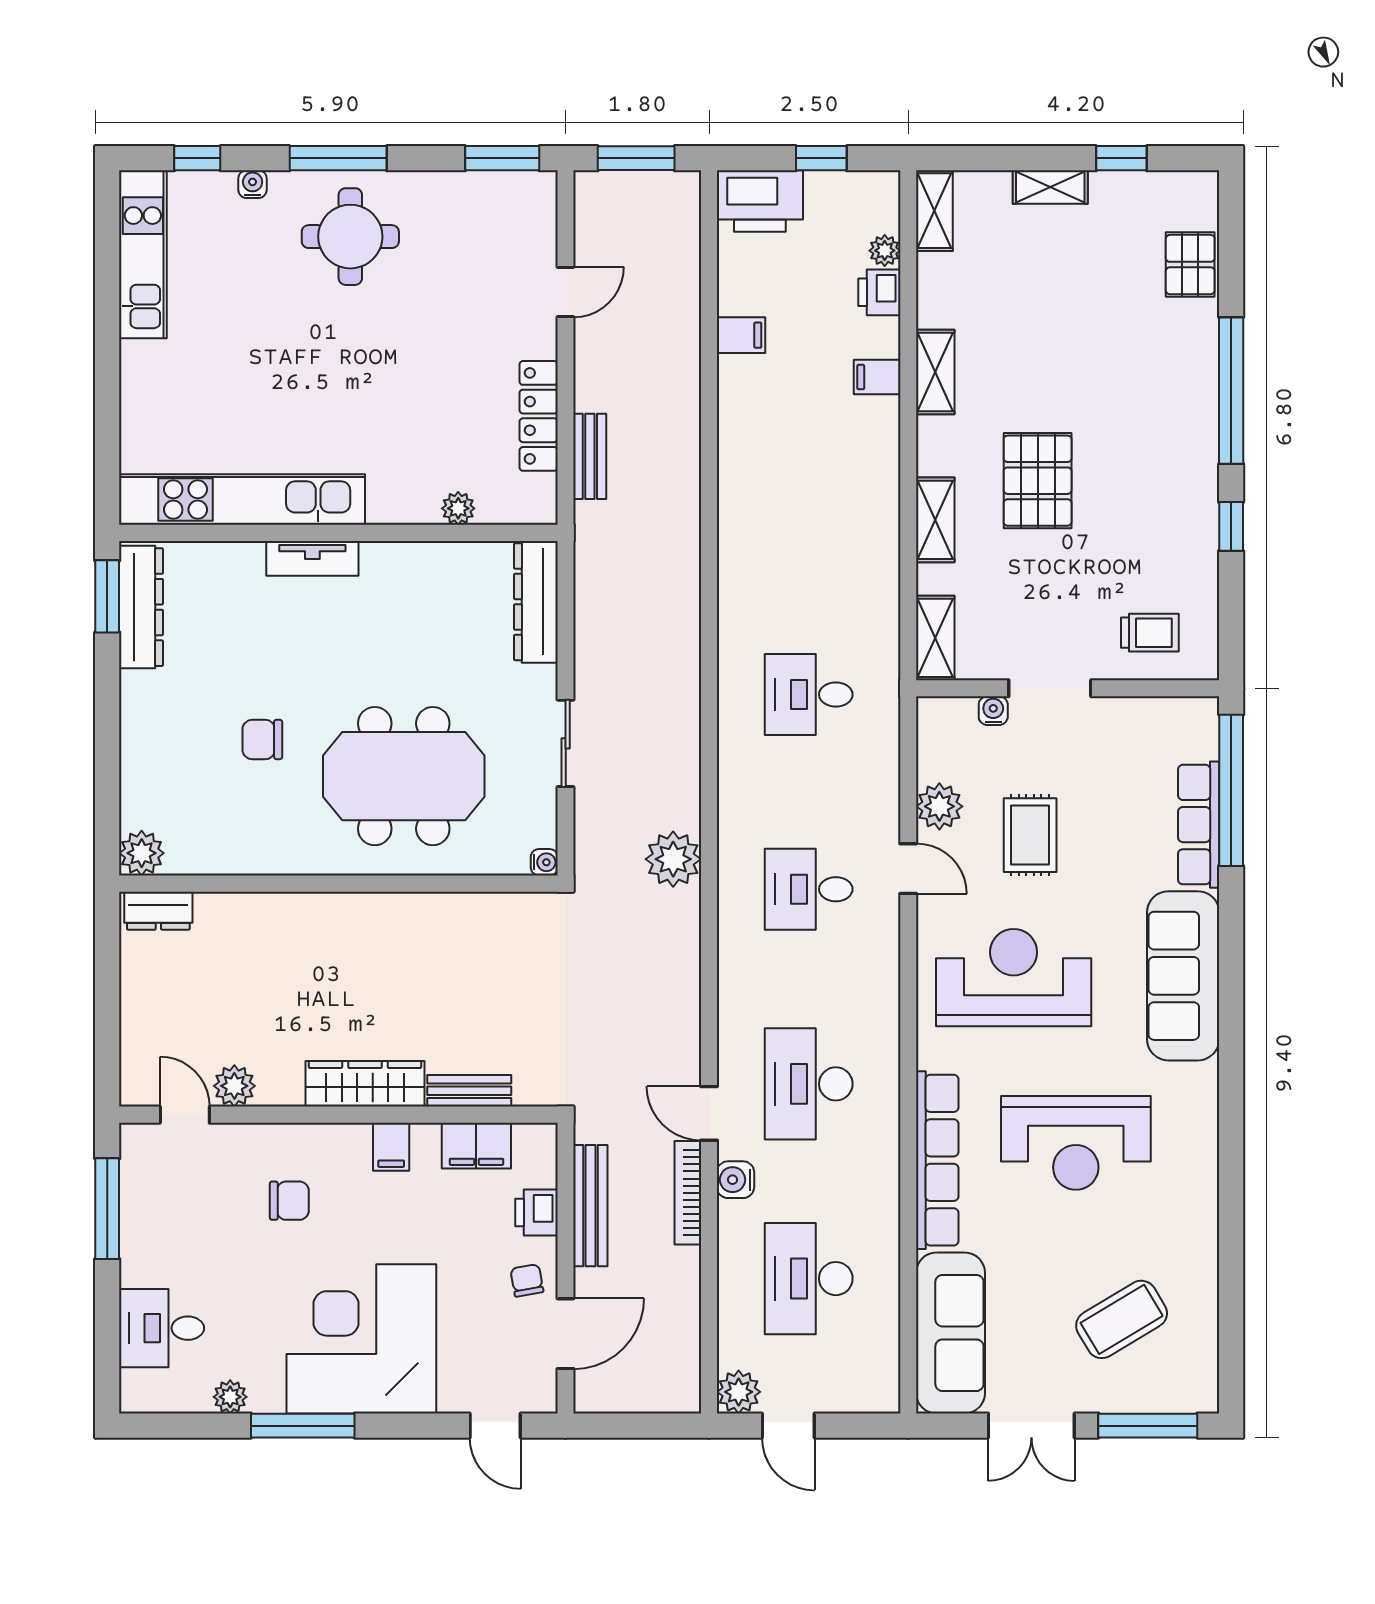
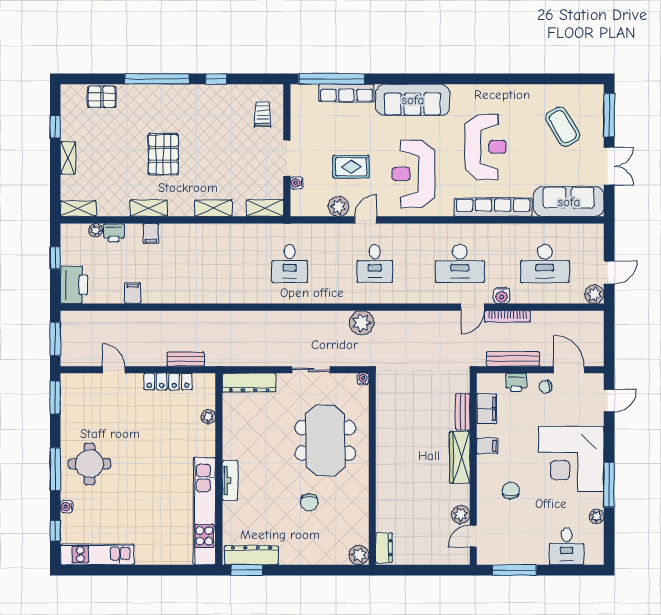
pallet: (1038, 481) -> (163, 154), moved, turned 90

